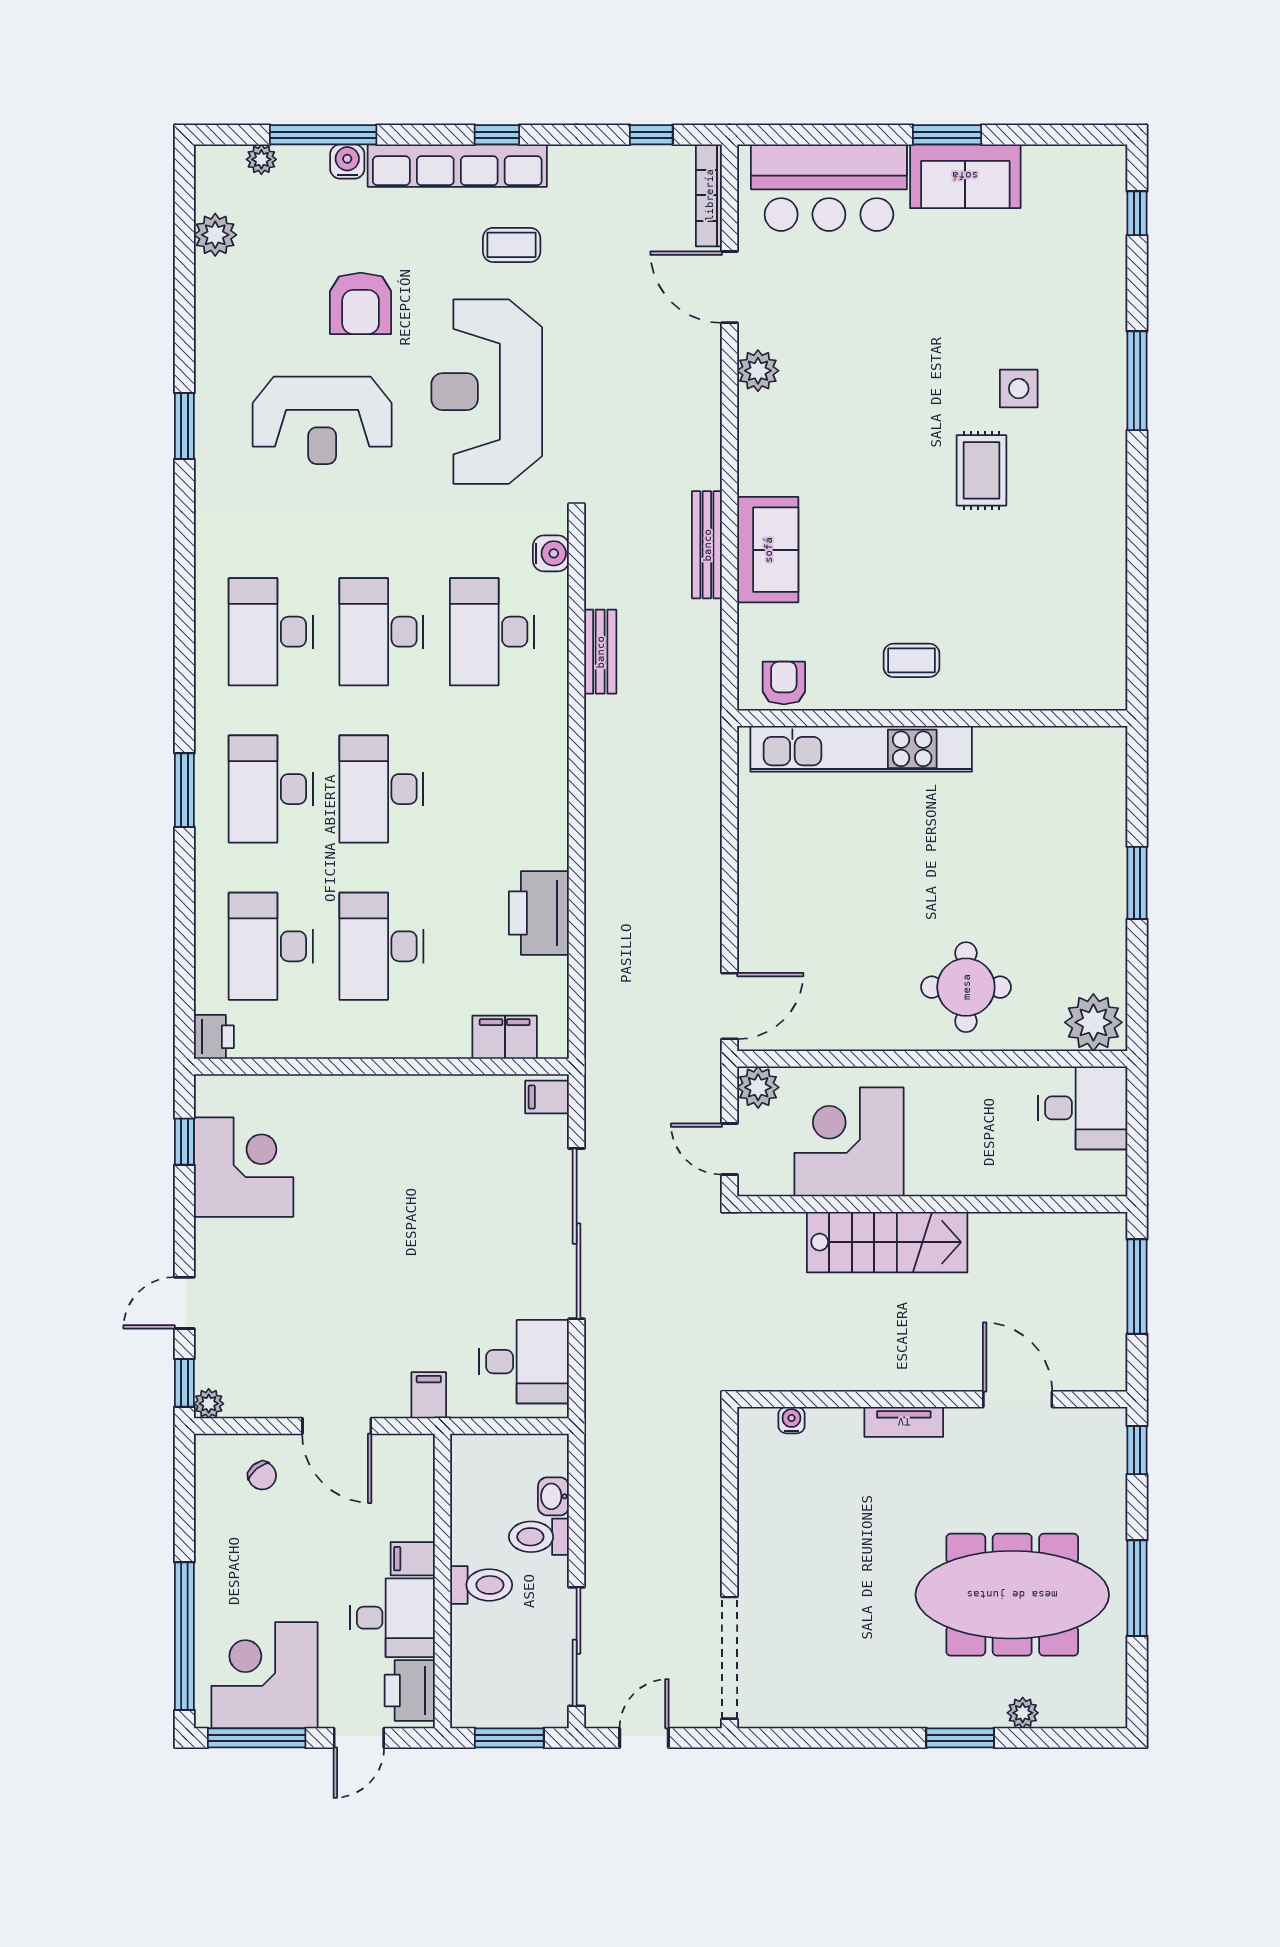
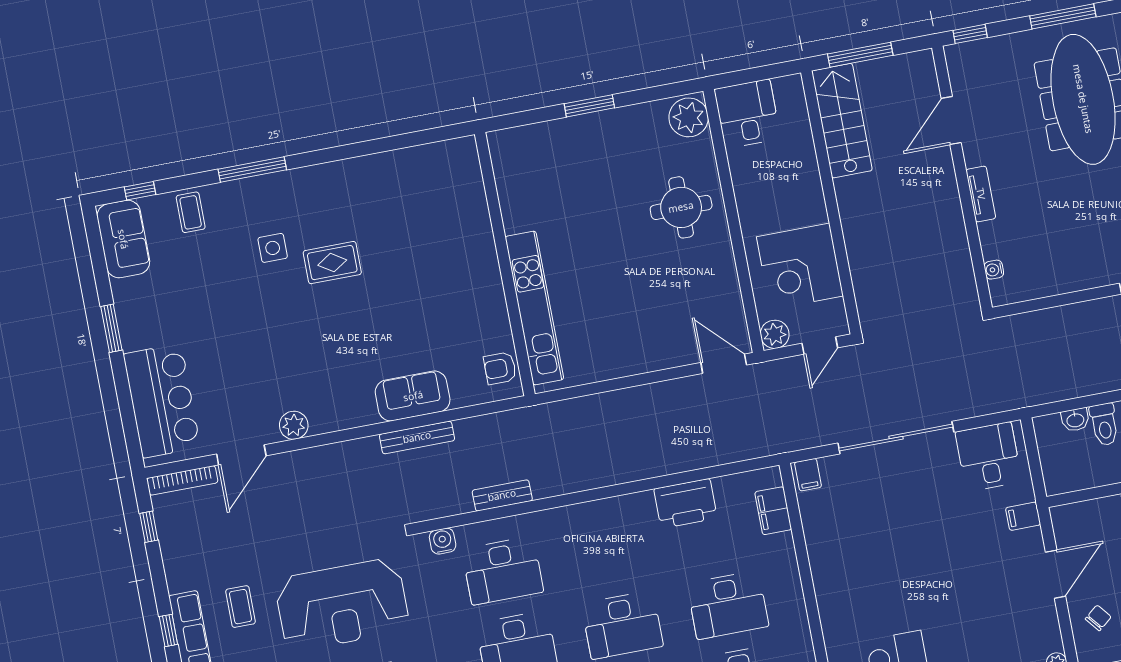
sofa: (965, 176) -> (123, 239), moved
coffee table: (911, 660) -> (191, 212), moved
stairs: (887, 1242) -> (842, 121), moved

